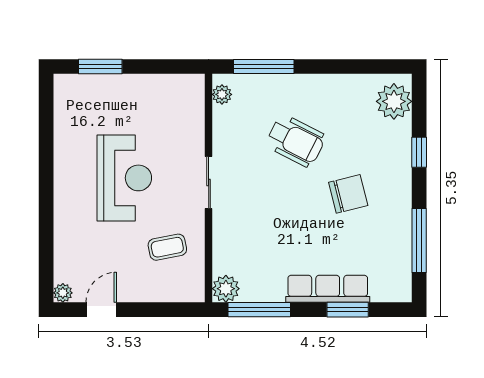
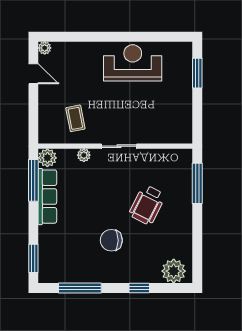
plant: (222, 94) -> (84, 155), moved
reception desk: (124, 178) -> (133, 63), moved, turned 180
chair: (348, 194) -> (111, 240), turned 104
row of seats: (328, 289) -> (47, 197), moved
window: (348, 310) -> (33, 258), moved

